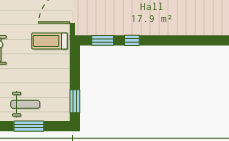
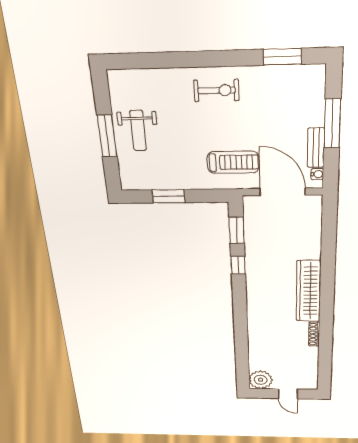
treadmill: (50, 41) -> (233, 162), turned 90
window: (75, 101) -> (169, 196), moved

